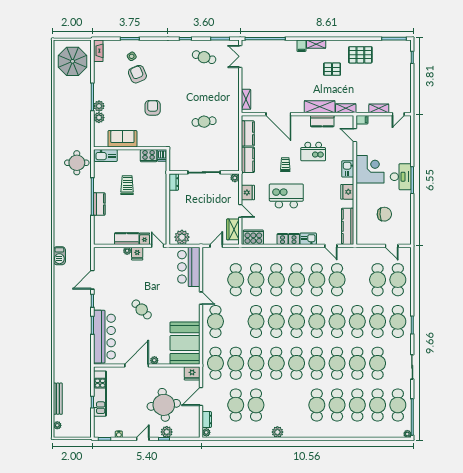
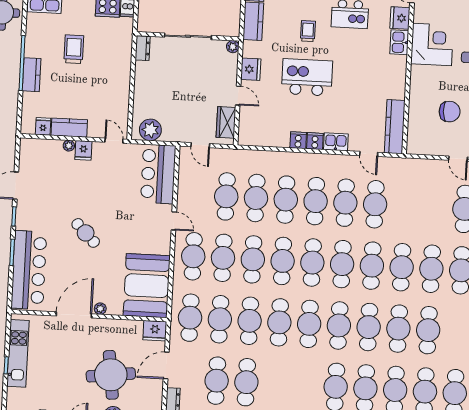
fridge: (347, 192) -> (400, 18), moved
cooker: (253, 237) -> (255, 135), removed
fridge: (145, 239) -> (43, 126), moved
door: (216, 246) -> (200, 145), swing flipped
cafe table: (378, 280) -> (223, 258), moved

